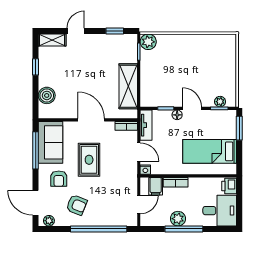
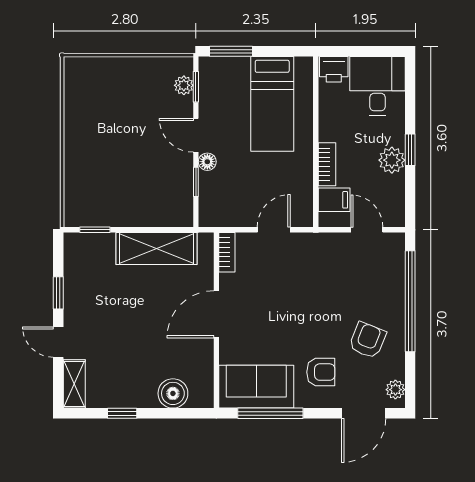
window: (115, 31) -> (58, 293), moved
plant: (148, 42) -> (77, 213), removed
door: (192, 108) -> (196, 135), hinge flipped
tv unit: (146, 125) -> (226, 217), removed
rug: (89, 160) -> (287, 318), removed
nightstand: (145, 170) -> (305, 218), removed
window: (184, 229) -> (410, 150), width x0.46

